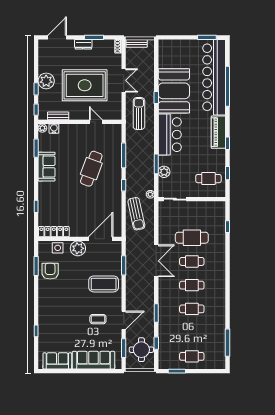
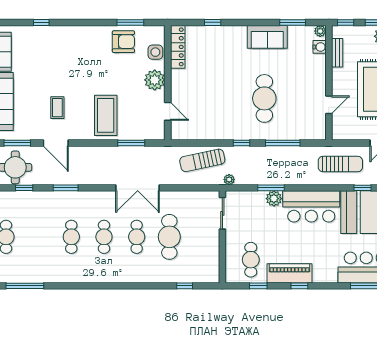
piano: (218, 132) -> (289, 273), moved
cafe table: (91, 169) -> (264, 98), turned 70
plant: (164, 172) -> (274, 199), moved
door: (101, 239) -> (168, 111), width x0.53

